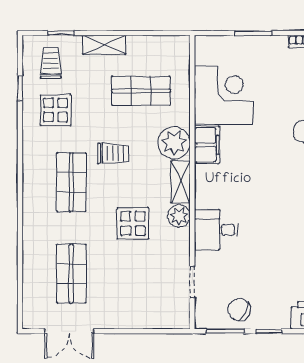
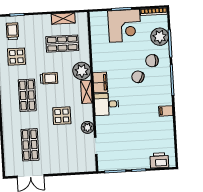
shelving: (104, 45) -> (63, 19), moved
corner desk: (224, 95) -> (124, 26), moved, turned 90
filing cabinet: (207, 145) -> (100, 82), moved
plant: (179, 216) -> (87, 127), moved
desk: (216, 230) -> (106, 104), moved
chair: (239, 310) -> (138, 77), moved

